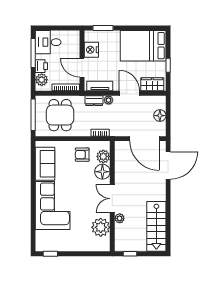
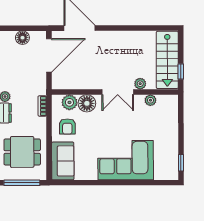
sofa: (45, 164) -> (63, 161), moved, turned 90
stairs: (156, 226) -> (167, 60), moved, turned 90
plant: (101, 227) -> (150, 100), width x0.53, depth x0.53

